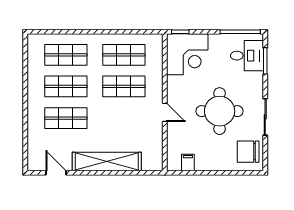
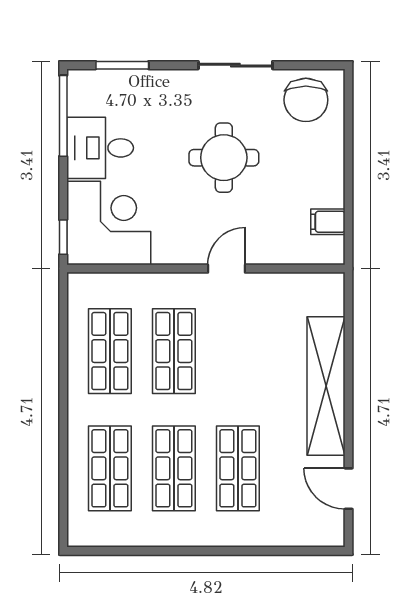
desk: (247, 56) -> (100, 148), moved, turned -90
round table: (220, 111) -> (224, 158), width x0.73, depth x0.73
door: (56, 173) -> (349, 489), hinge flipped

